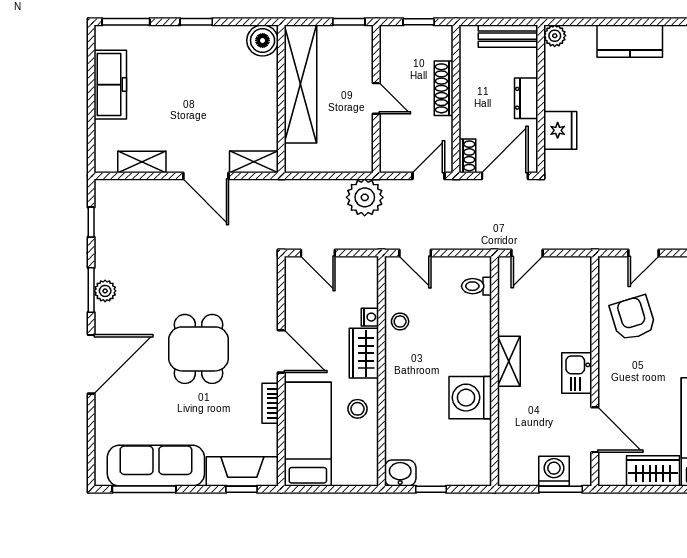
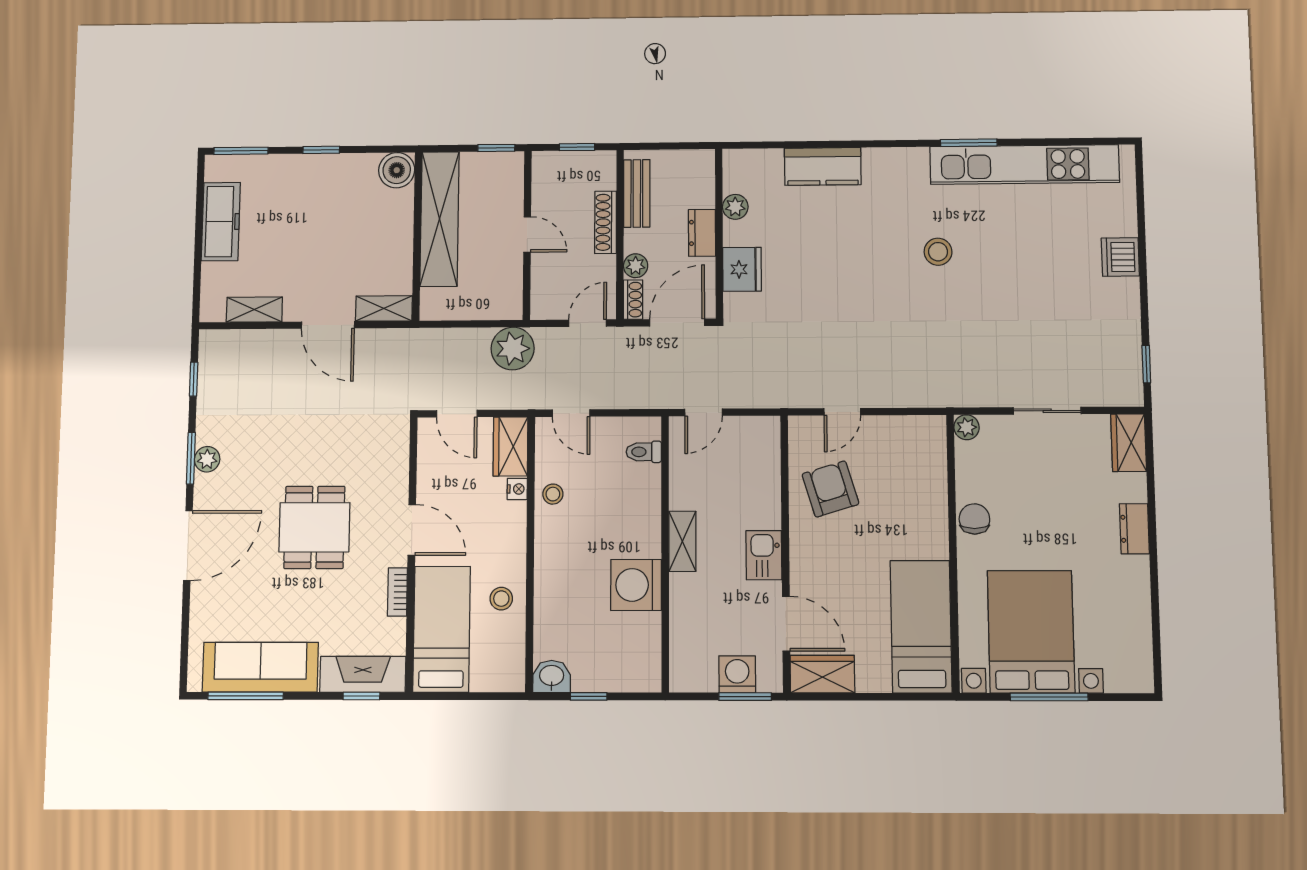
bench: (508, 36) -> (637, 193), moved, turned 90
plant: (555, 36) -> (735, 207), moved
plant: (469, 126) -> (636, 266), added
wardrobe: (364, 353) -> (510, 446), moved
wardrobe: (653, 471) -> (822, 674), moved

